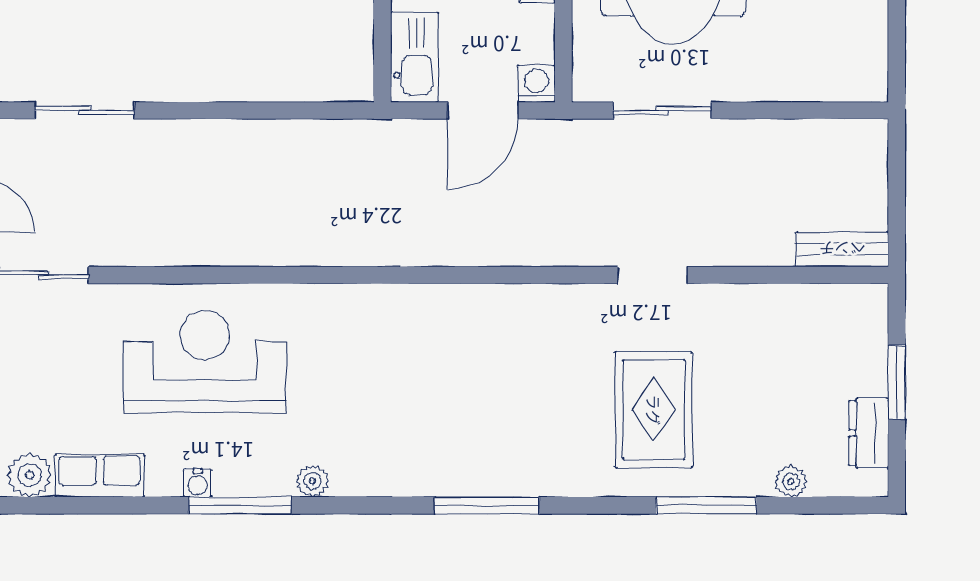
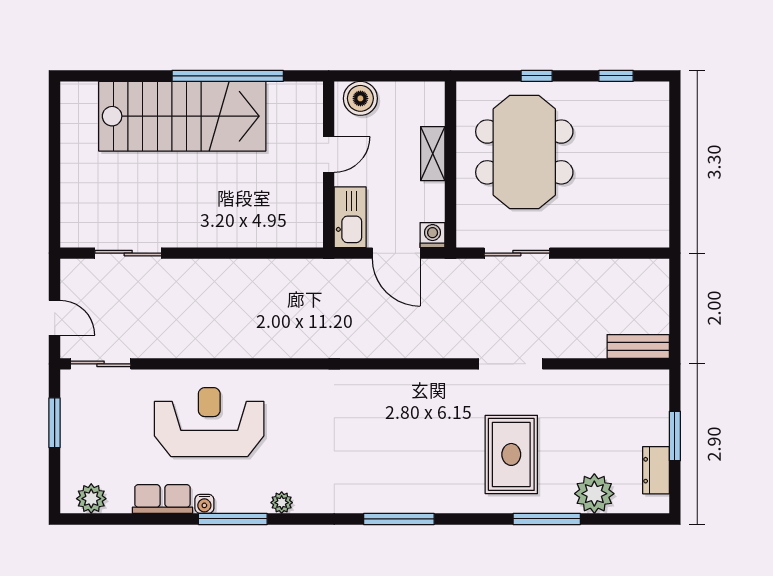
door: (483, 110) -> (396, 253), hinge flipped
doorway: (653, 275) -> (511, 364), width x1.38
row of seats: (100, 476) -> (162, 499), moved
plant: (791, 482) -> (594, 494), width x1.88, depth x1.88

